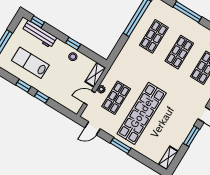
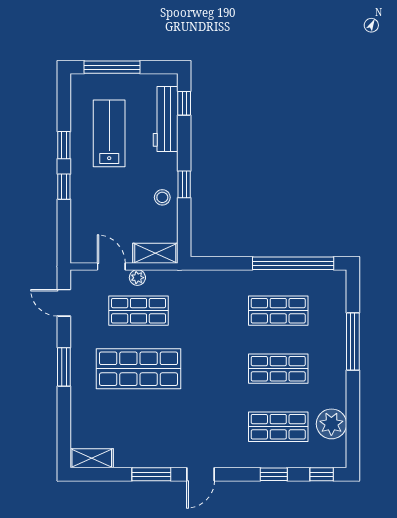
shop shelf: (142, 113) -> (139, 369), width x0.71

